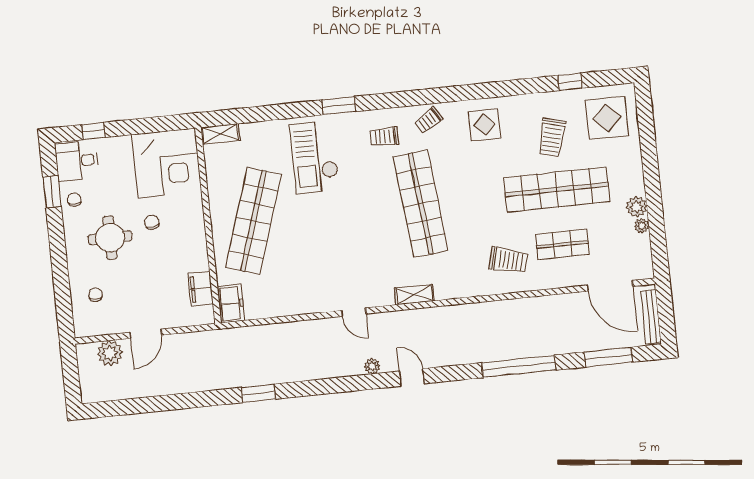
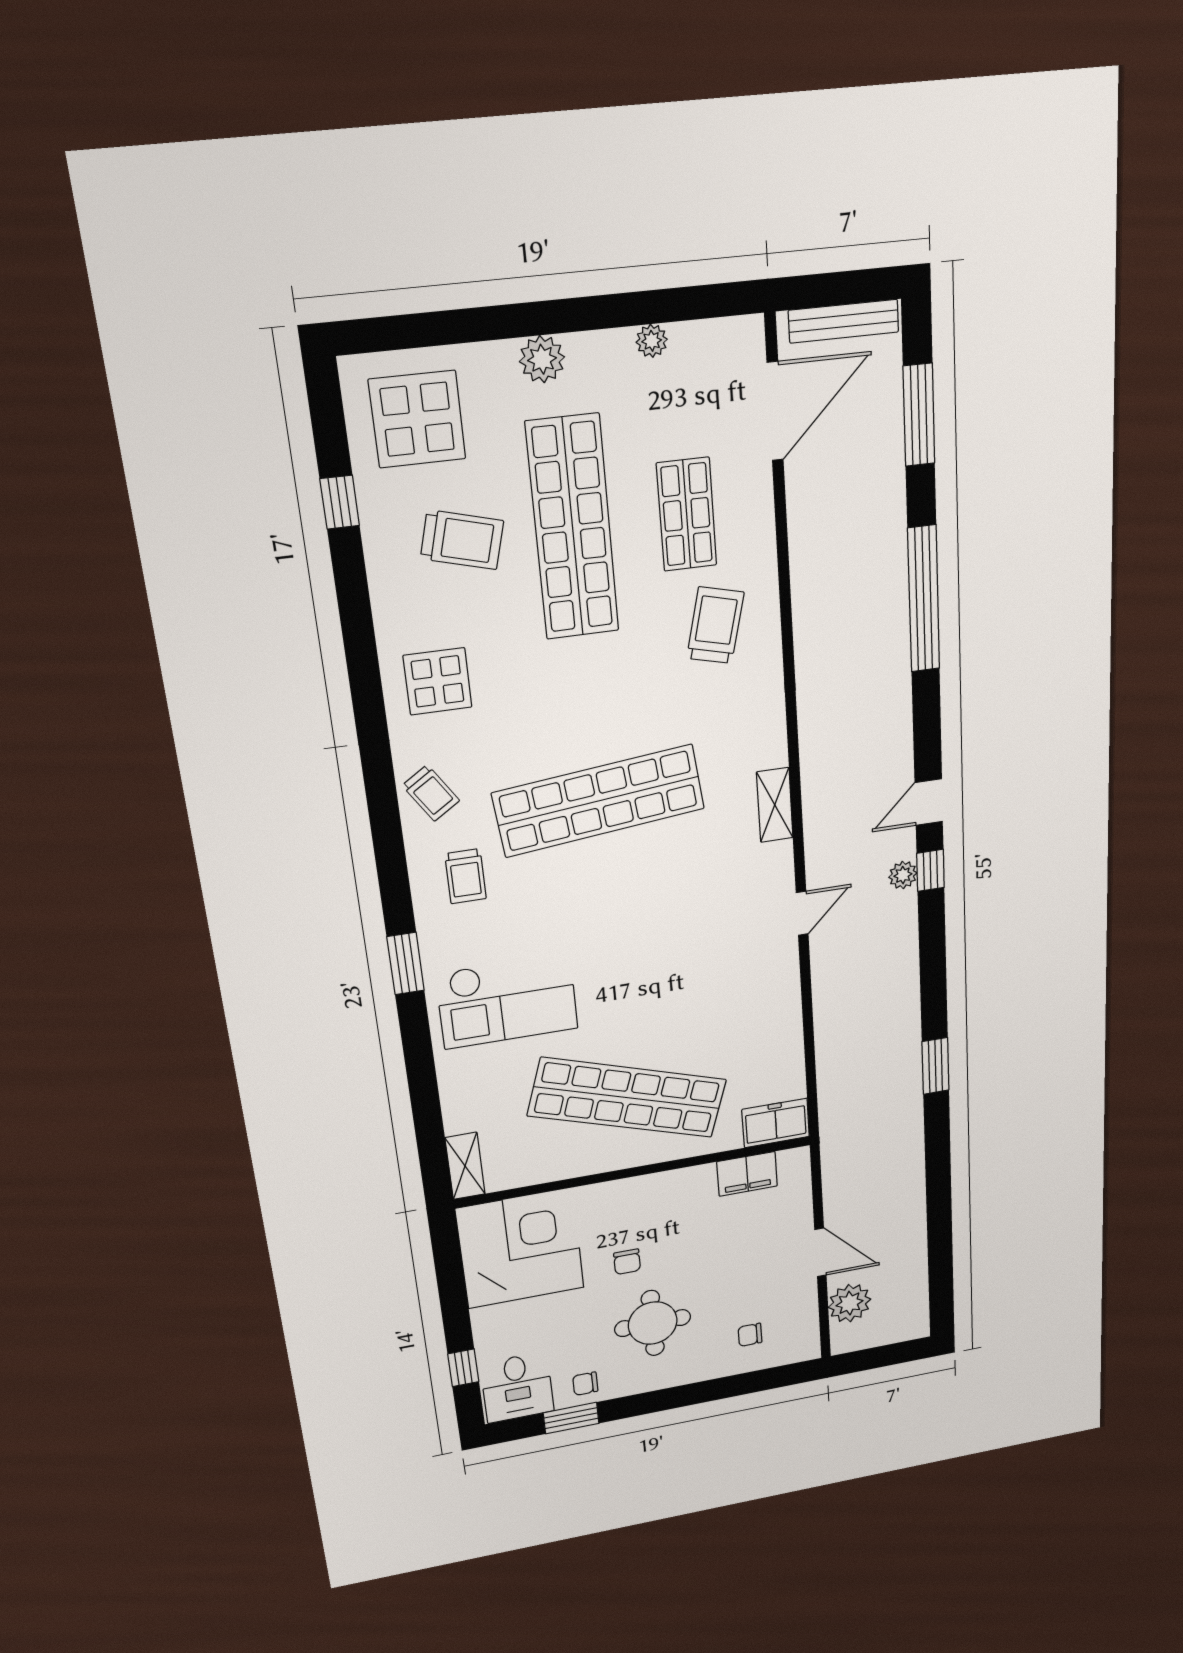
plant: (637, 207) -> (542, 359), moved
chair: (152, 222) -> (627, 1262), turned -81
window: (374, 381) -> (931, 870), added

